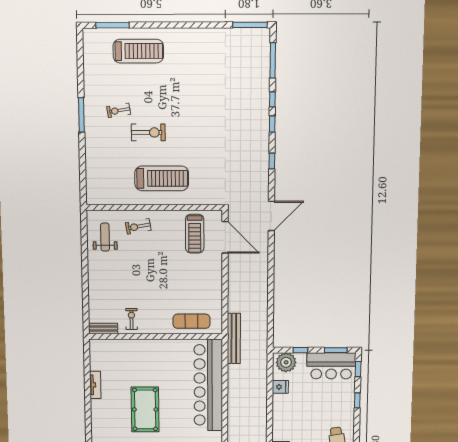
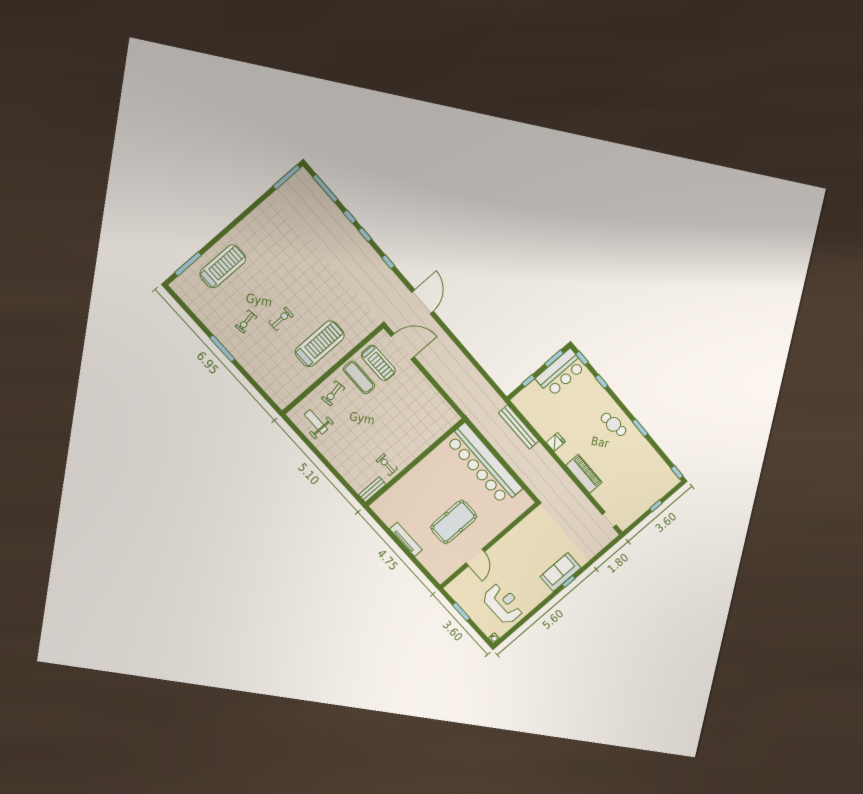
exercise bike: (148, 132) -> (281, 319), width x0.73, depth x0.72
exercise mat: (192, 321) -> (359, 377), moved, turned 90
bench: (234, 339) -> (519, 427), moved
plant: (286, 362) -> (526, 399), removed
tv unit: (95, 385) -> (406, 539), width x1.41
fridge: (280, 387) -> (556, 442), moved
pool table: (145, 409) -> (454, 522), turned 90

